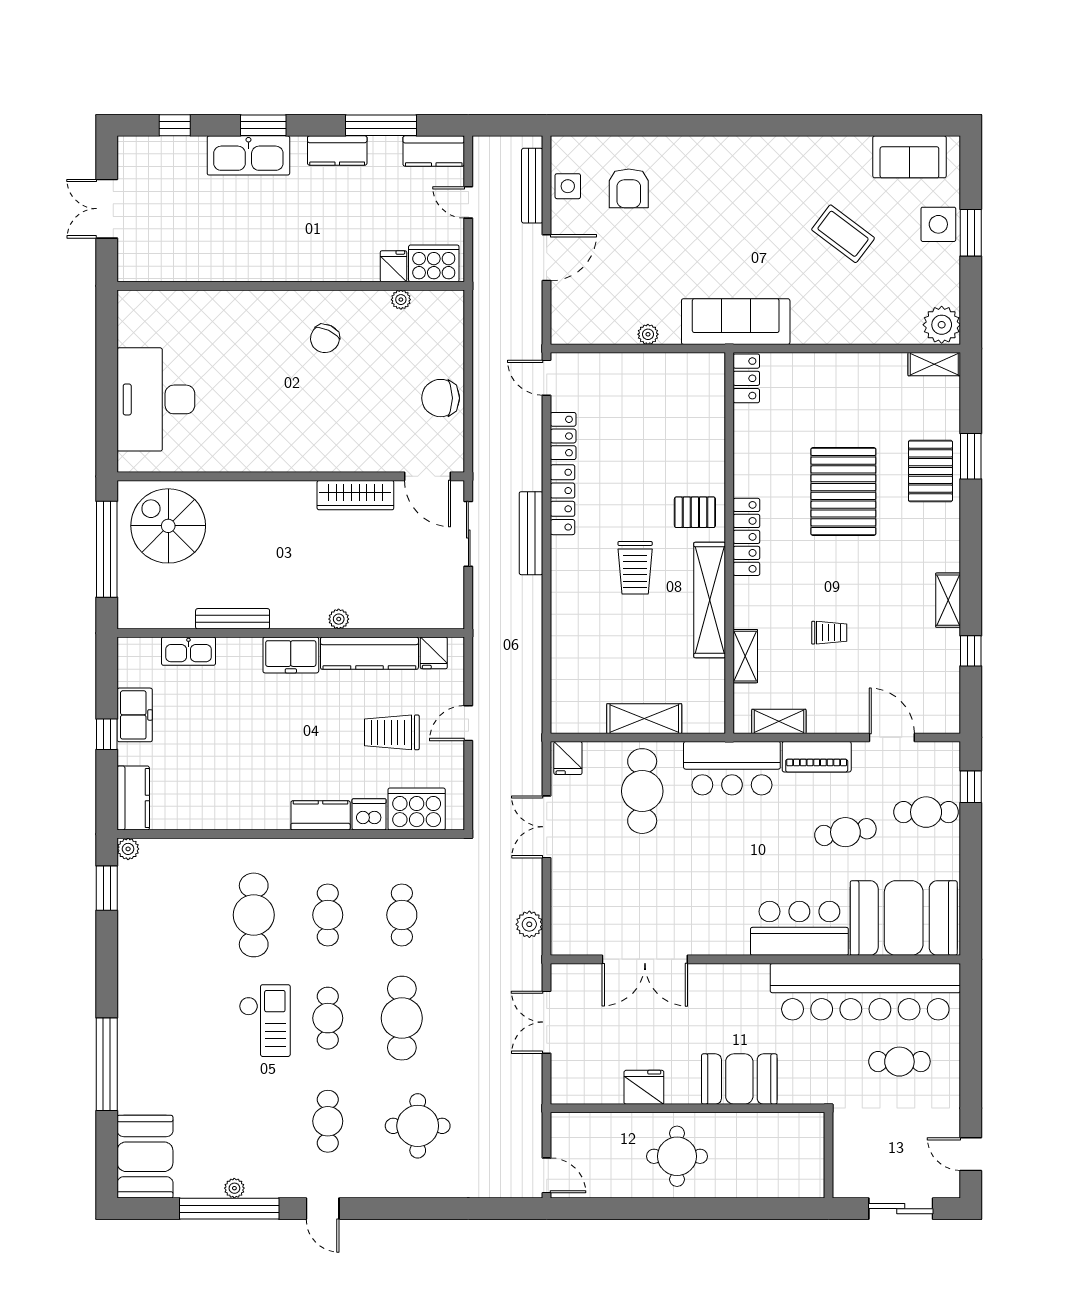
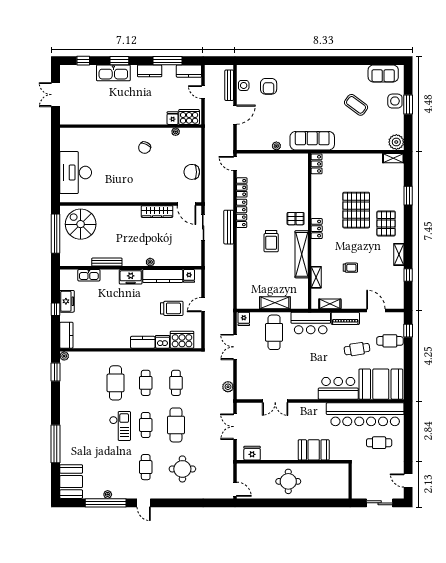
pallet: (930, 471) -> (386, 223), moved
locker: (746, 537) -> (317, 229), width x0.66
trolley: (392, 732) -> (172, 308), turned 180
double door: (645, 959) -> (275, 401), width x0.73
fridge: (644, 1087) -> (252, 453), moved

